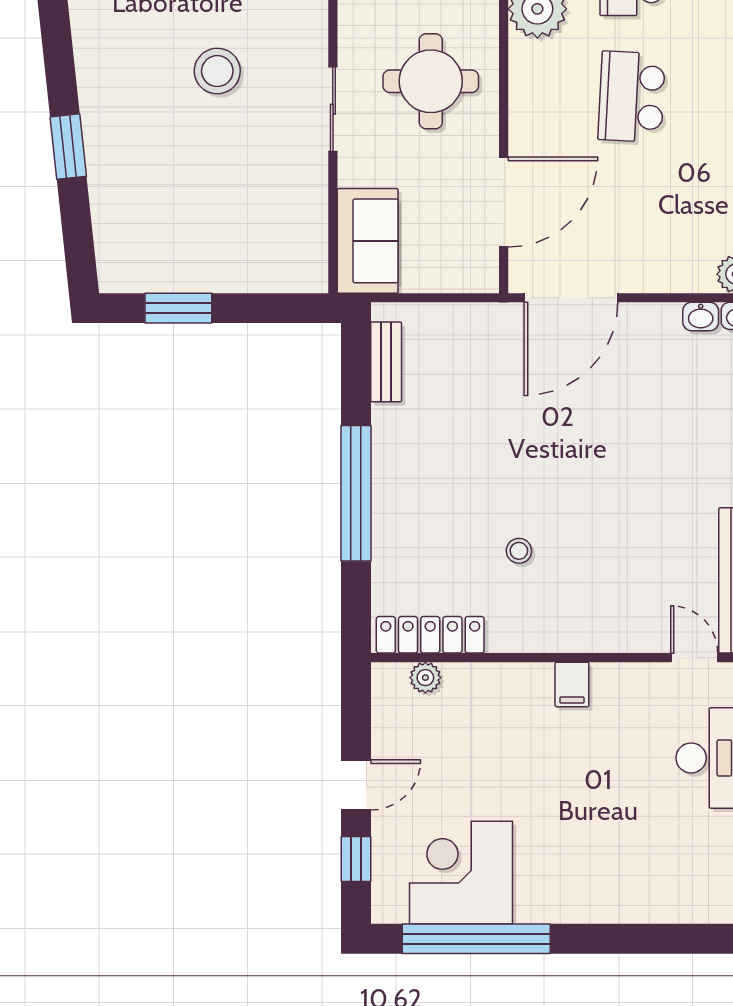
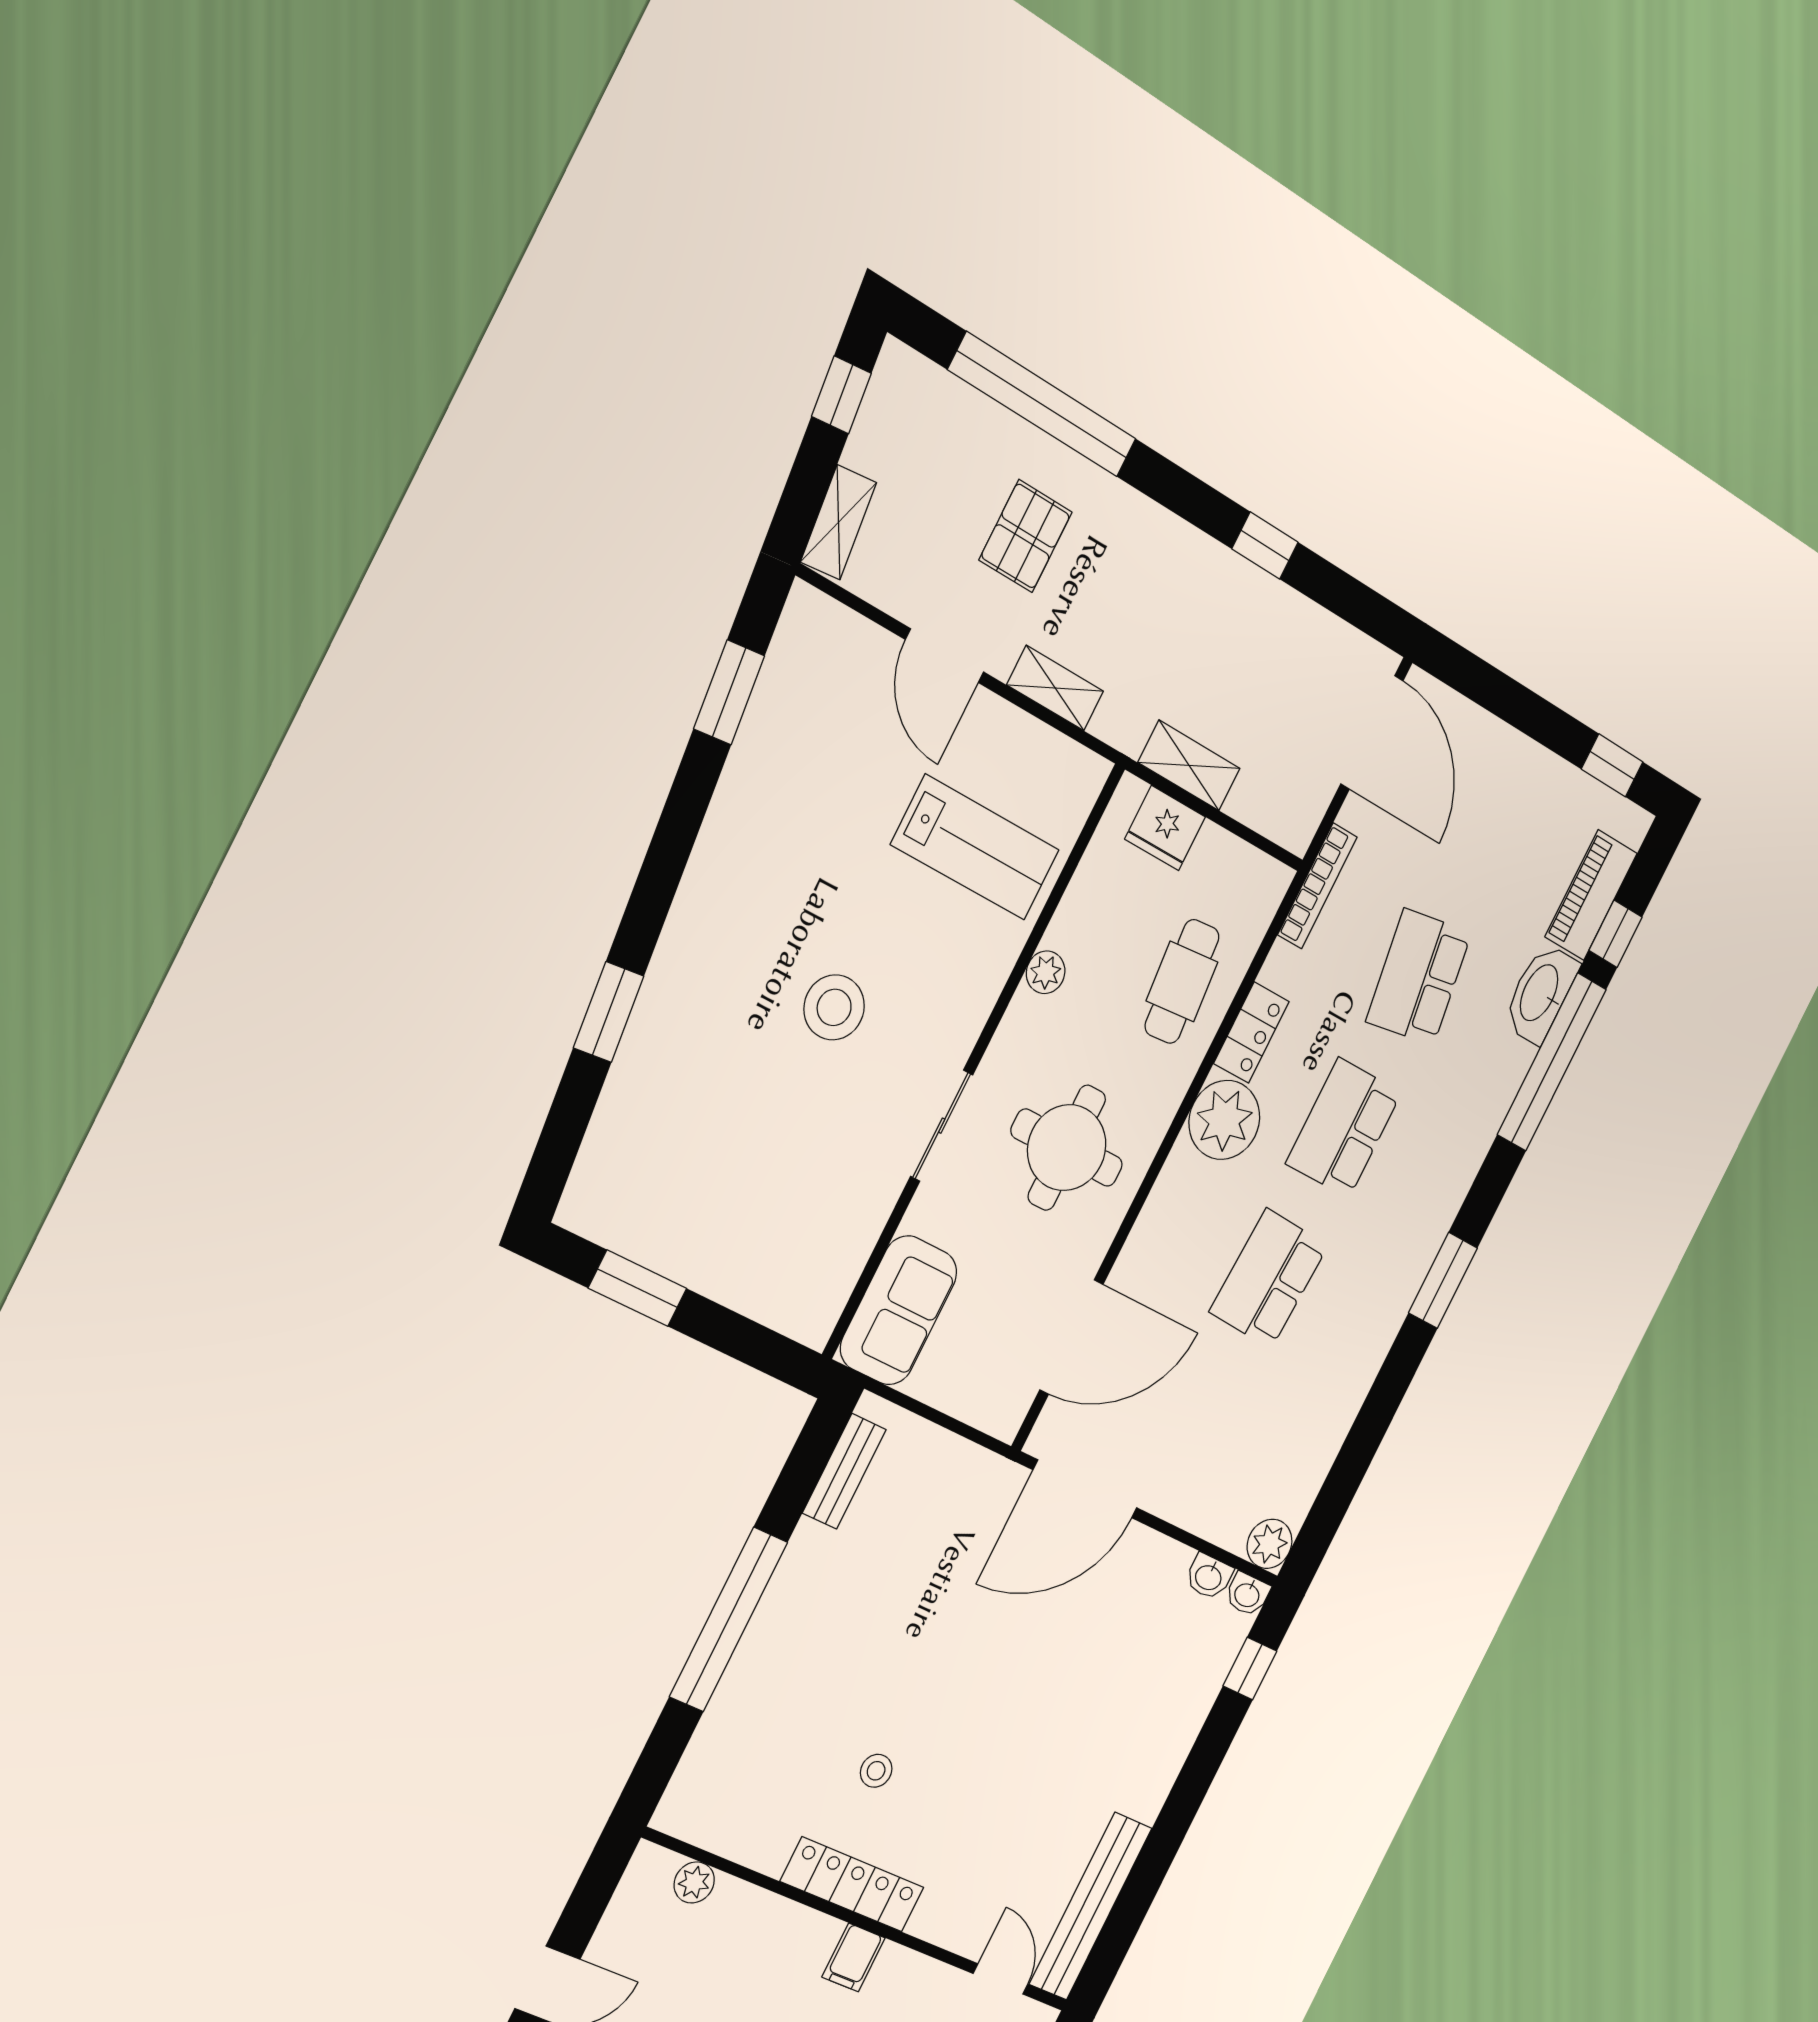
locker: (430, 635) -> (852, 1884), moved

